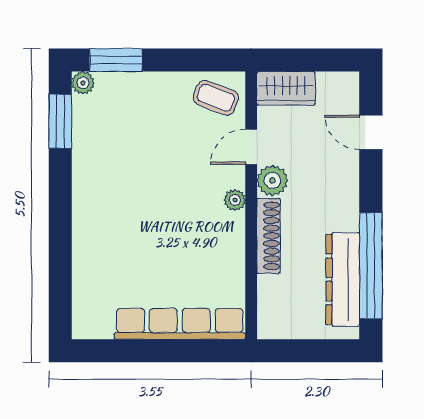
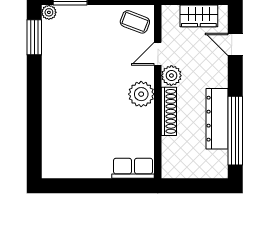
wardrobe: (286, 88) -> (199, 16), moved
plant: (235, 200) -> (141, 94), width x1.87, depth x1.87
dresser: (343, 279) -> (217, 119), moved
row of seats: (180, 324) -> (133, 168), width x0.50

